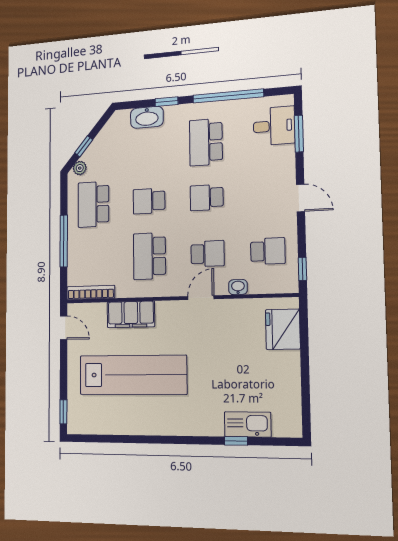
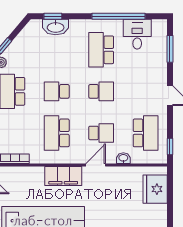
window: (166, 102) -> (53, 16), moved
desk: (274, 126) -> (137, 34), moved, turned -90
school desk: (207, 198) -> (101, 91), turned 180
school desk: (268, 251) -> (146, 133), width x1.85
filing cabinet: (131, 314) -> (63, 176), moved

